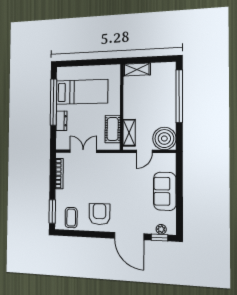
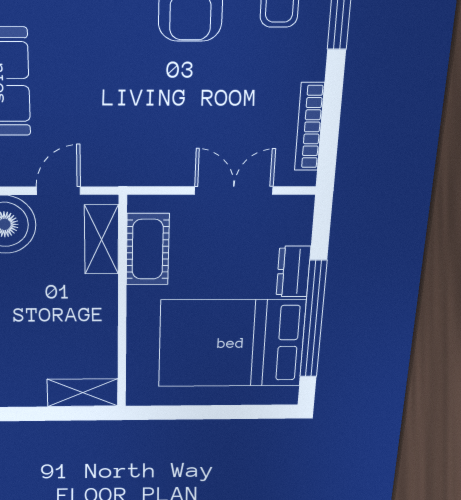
bed: (82, 92) -> (231, 343), width x1.50
double door: (83, 151) -> (234, 190), swing flipped

